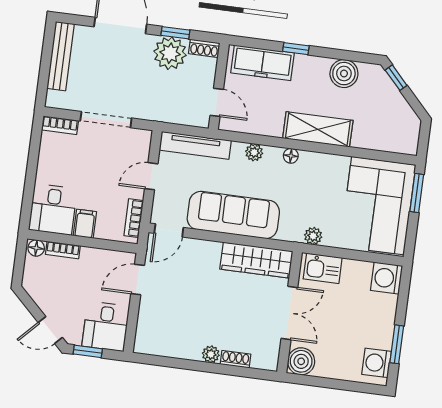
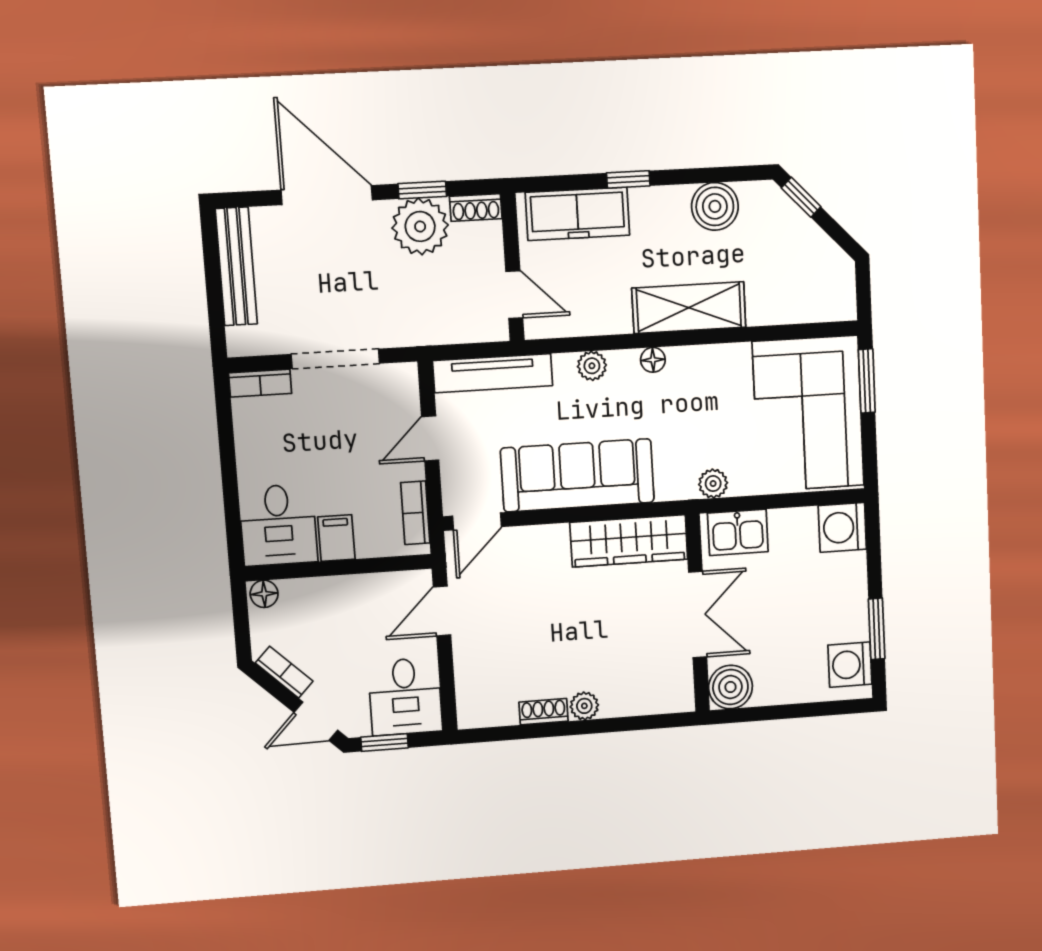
bookcase: (63, 250) -> (284, 672), moved, turned -136
shoe rack: (235, 359) -> (544, 712), moved

